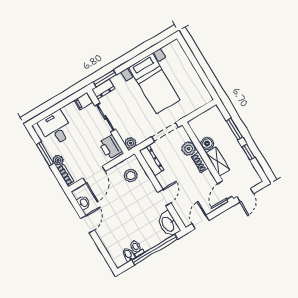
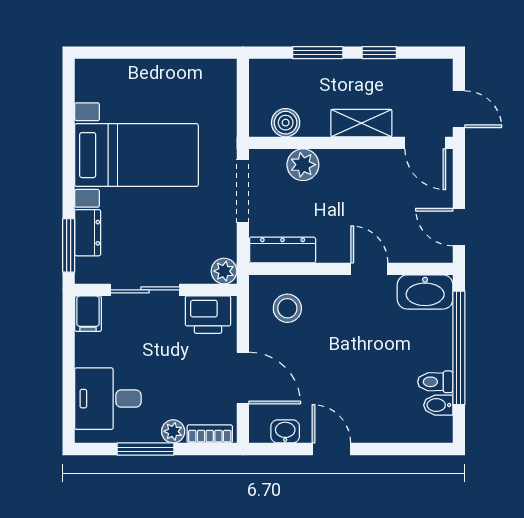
dresser: (103, 89) -> (88, 233), moved
boiler: (207, 144) -> (286, 123), moved
shoe rack: (200, 162) -> (342, 159), removed

